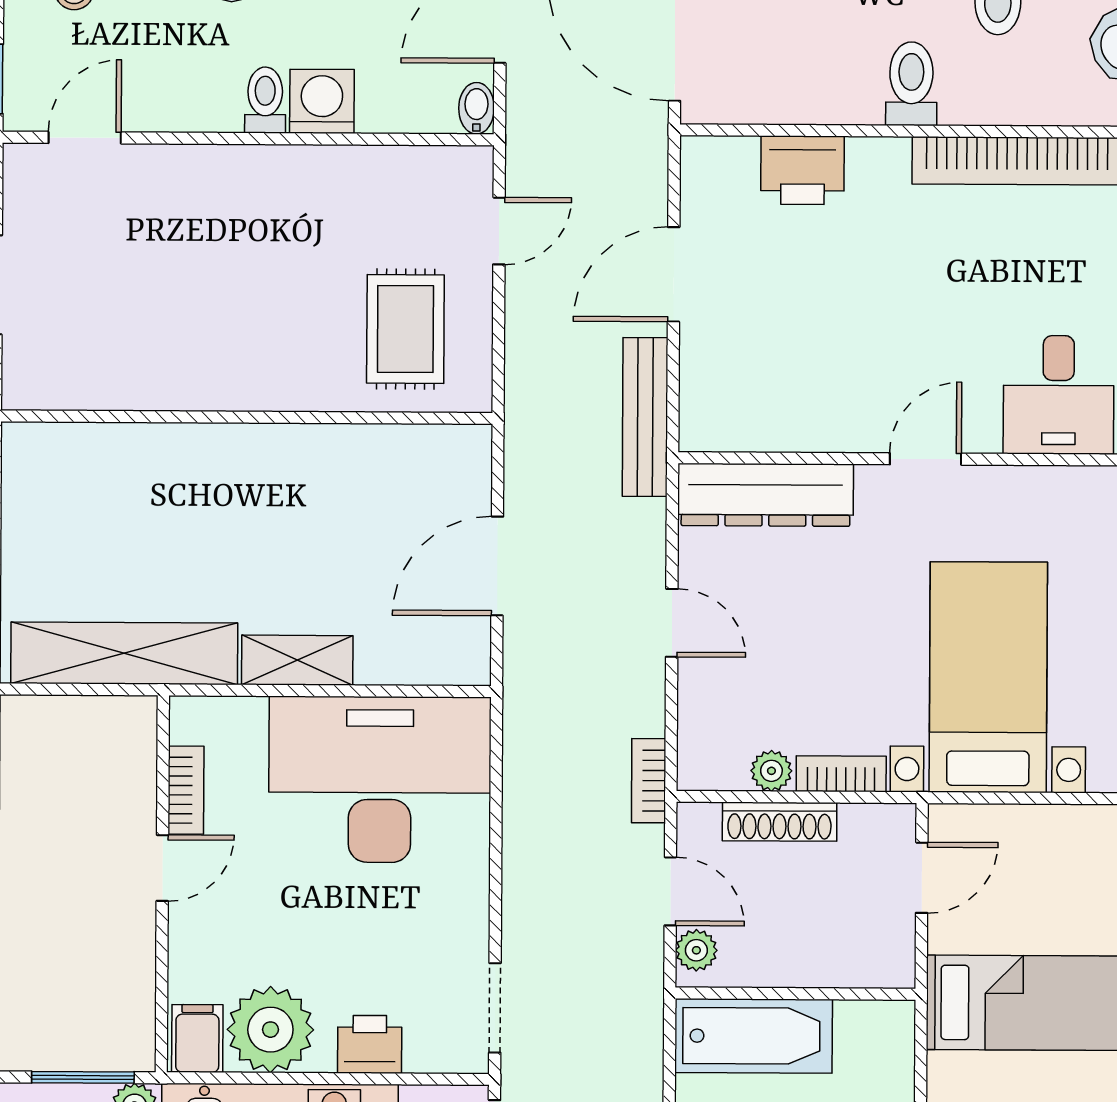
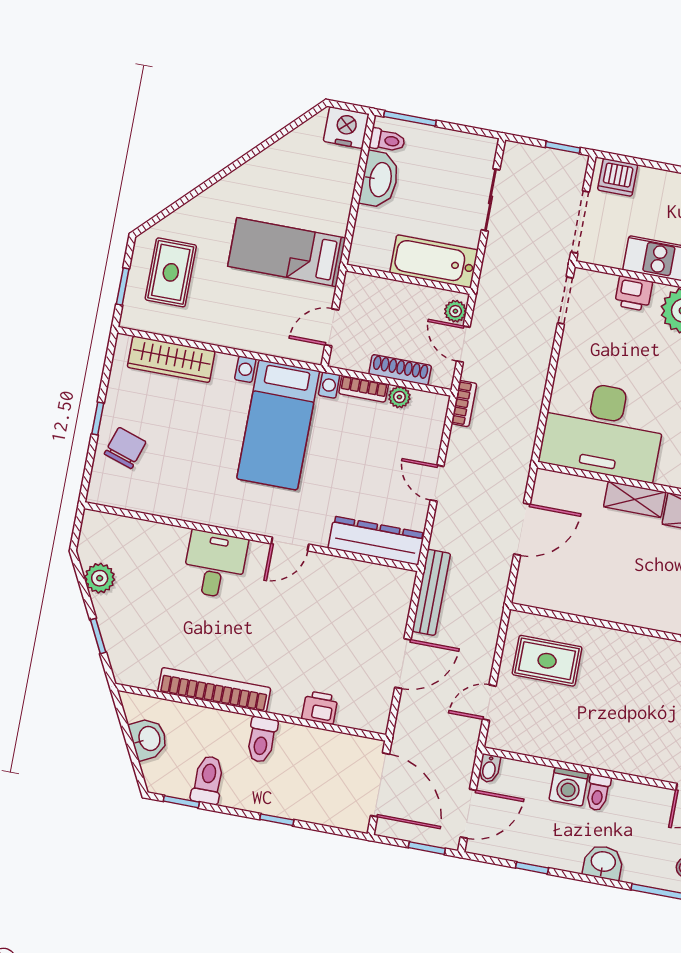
printer: (803, 170) -> (320, 708), width x0.73, depth x0.81
rug: (405, 329) -> (547, 661), turned 90

